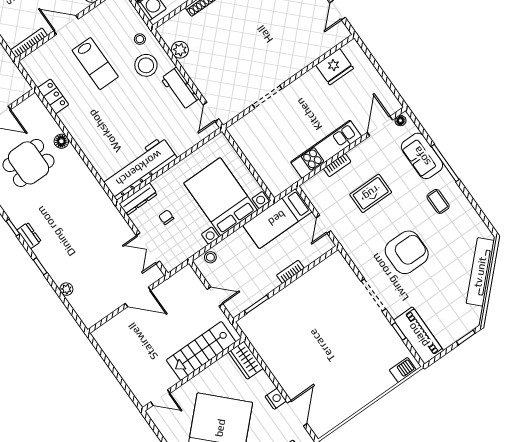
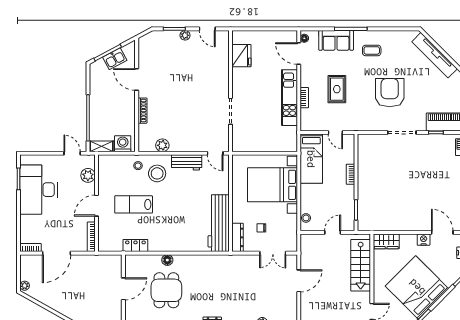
lab bench: (95, 64) -> (134, 204), turned 180

